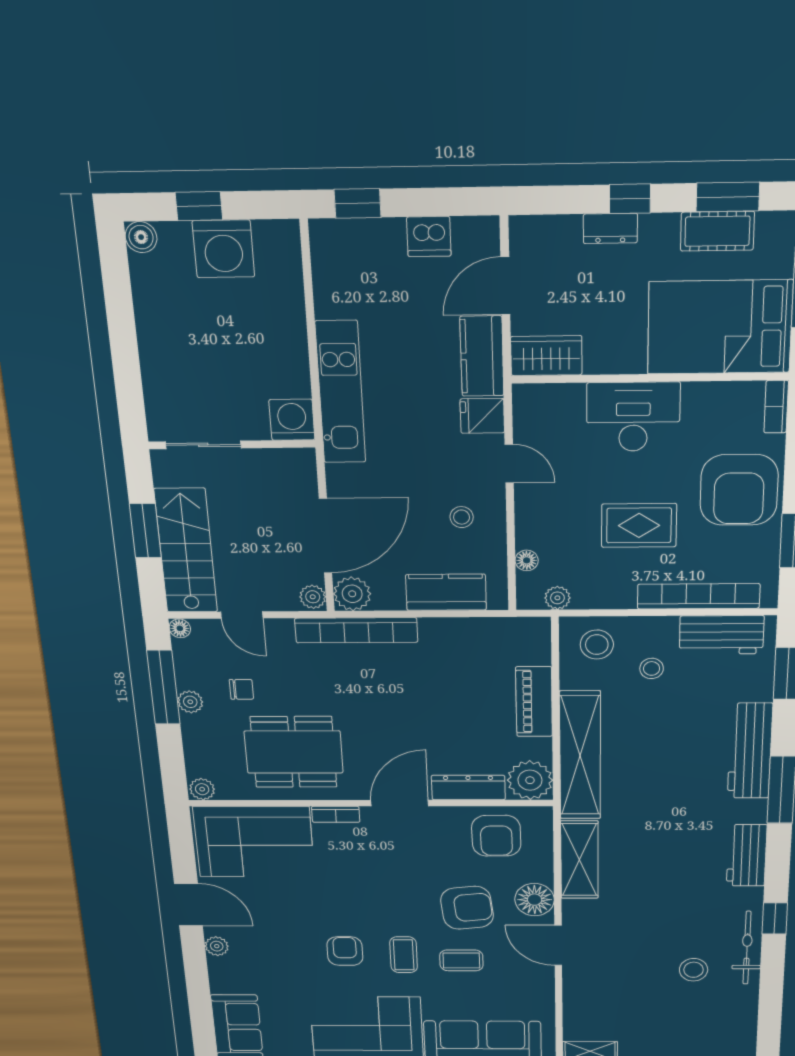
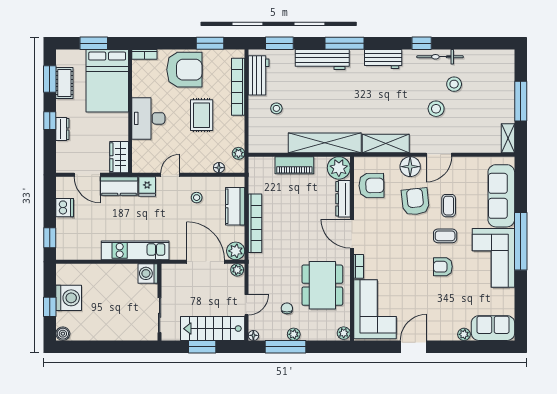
bookcase: (356, 630) -> (255, 223), moved
stool: (597, 645) -> (436, 109), moved
plant: (217, 946) -> (464, 334), moved

